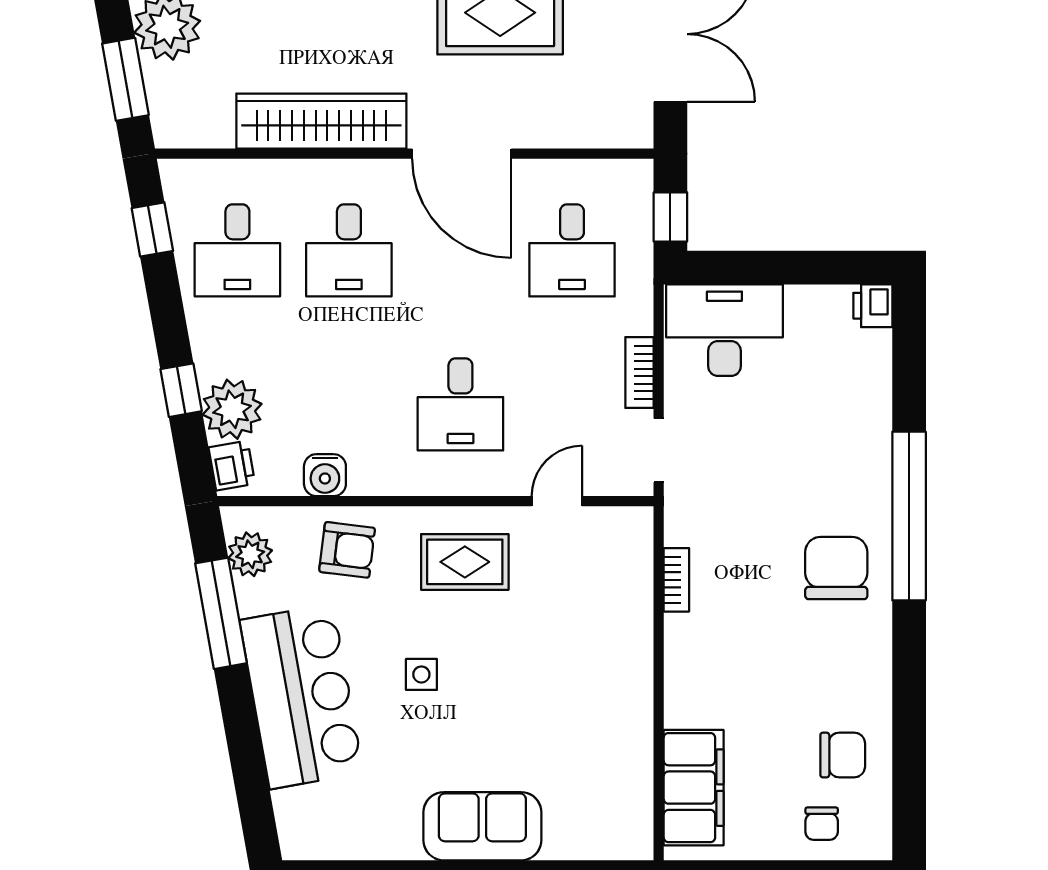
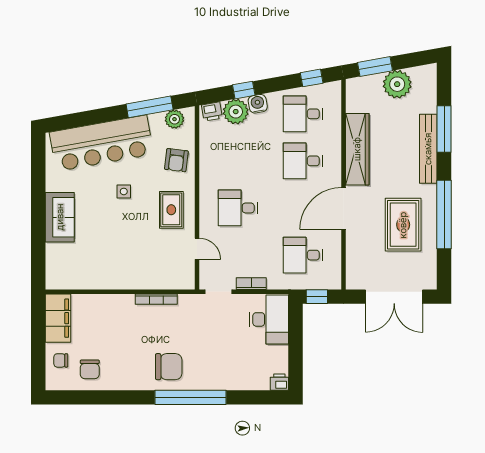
water cooler: (325, 475) -> (258, 104), moved, turned 80
bookcase: (676, 580) -> (156, 299), width x1.56
bar counter: (301, 696) -> (101, 143), width x1.36
filing cabinet: (694, 788) -> (58, 318), moved, turned -90

